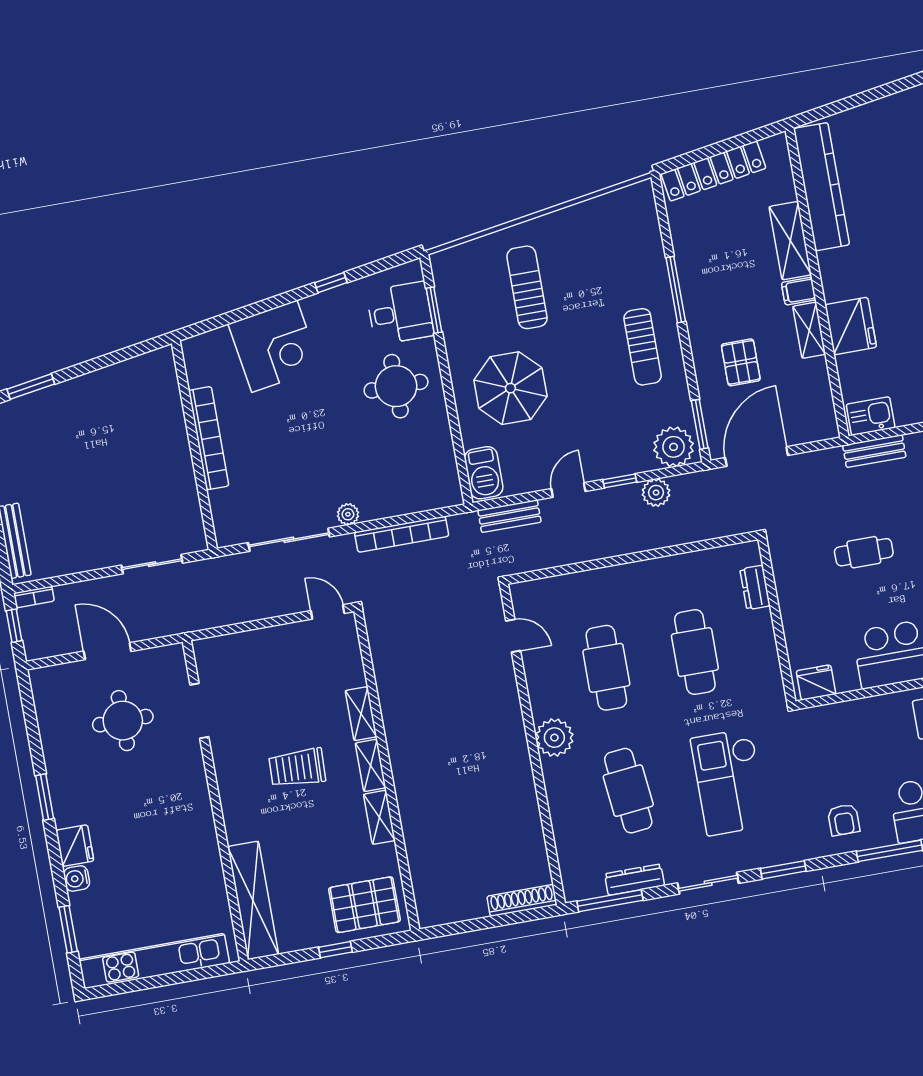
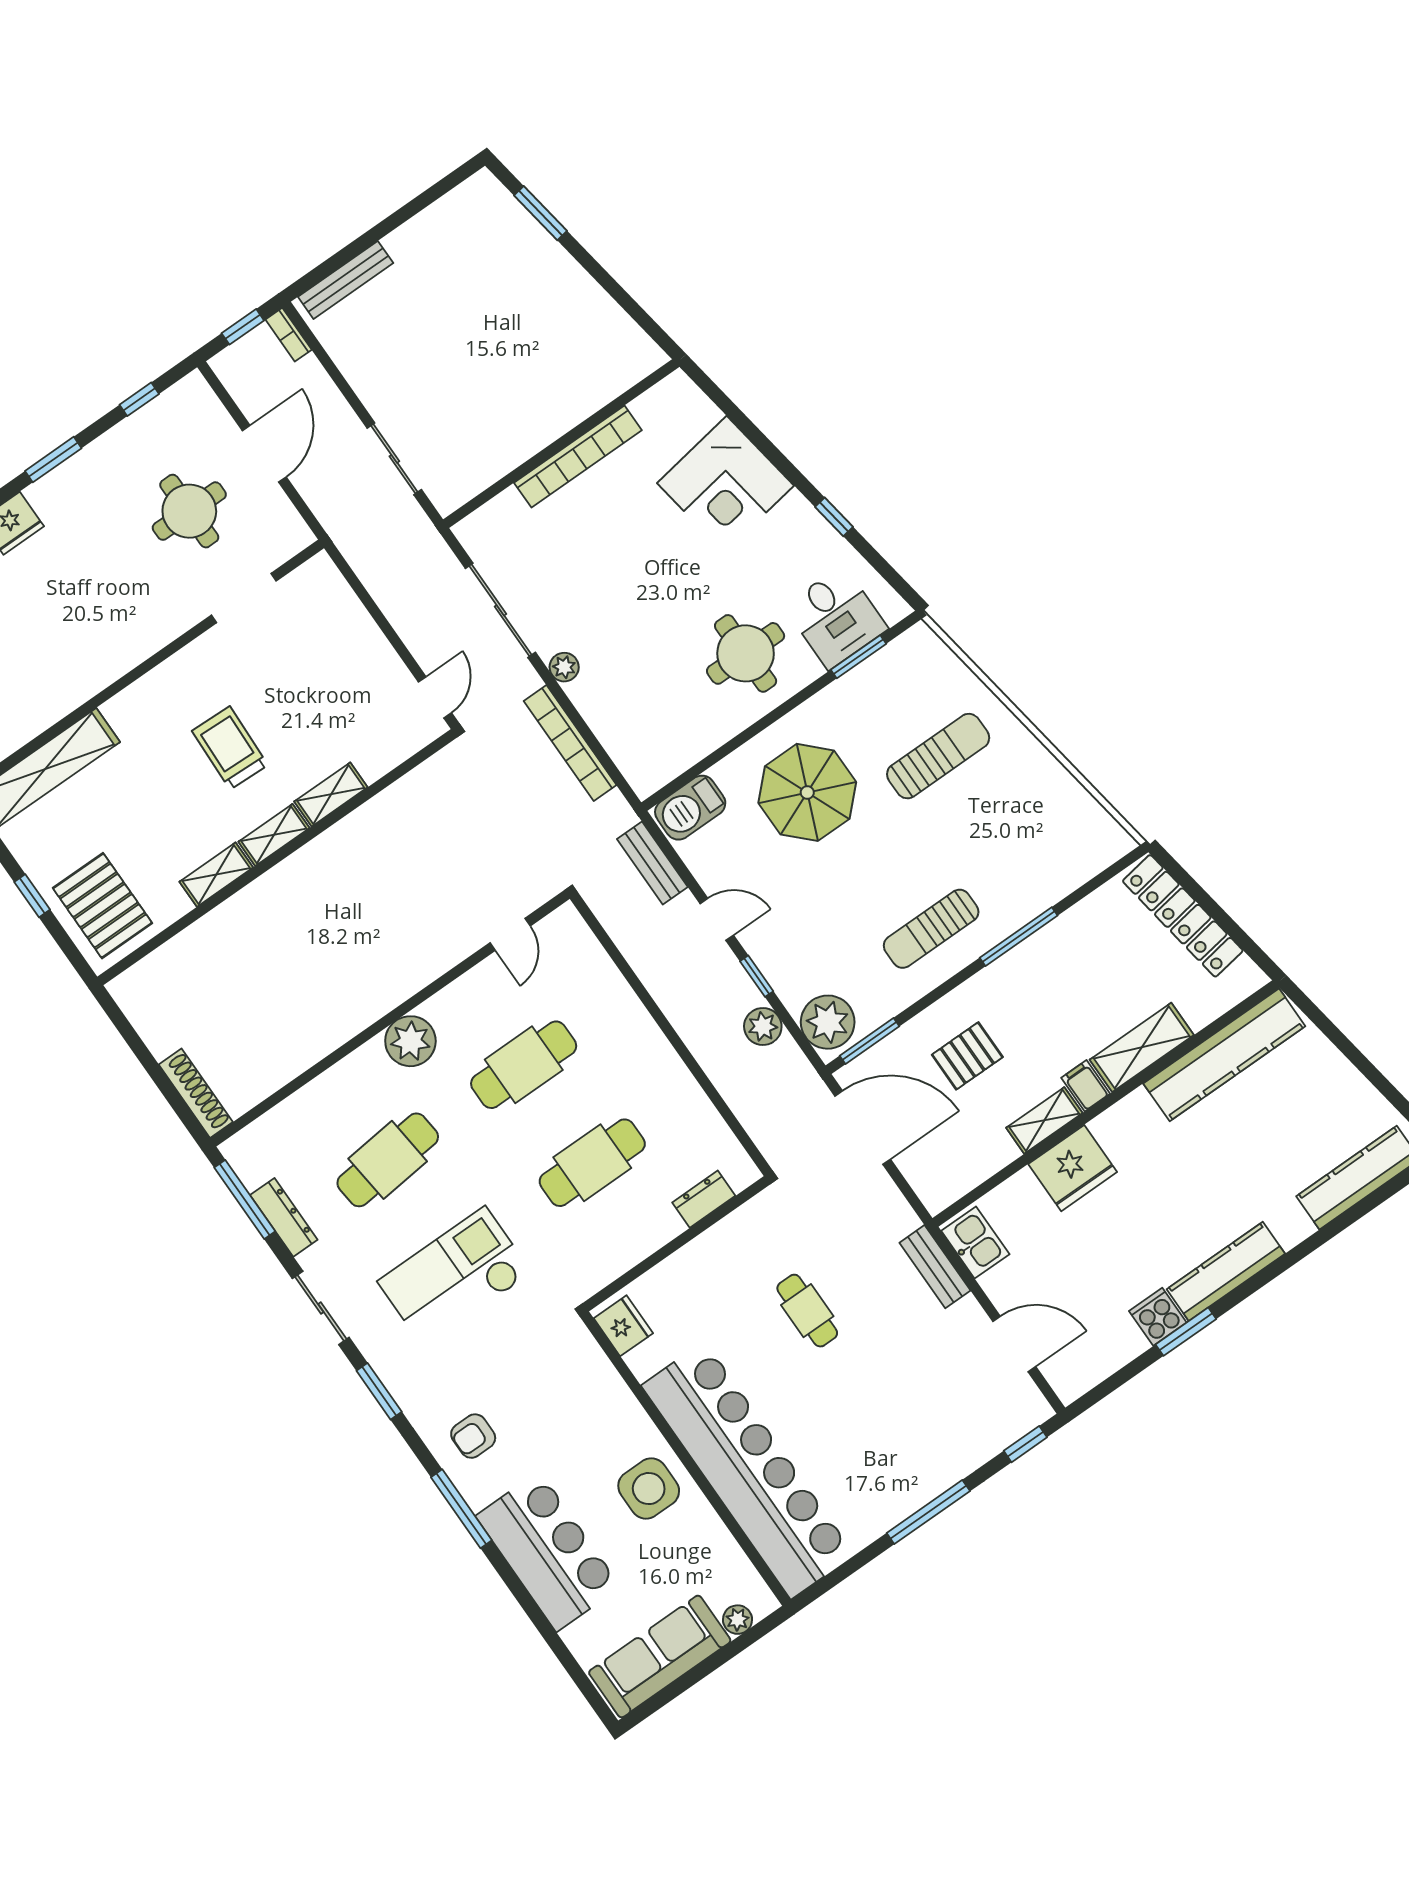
window: (31, 719) -> (139, 399), added

